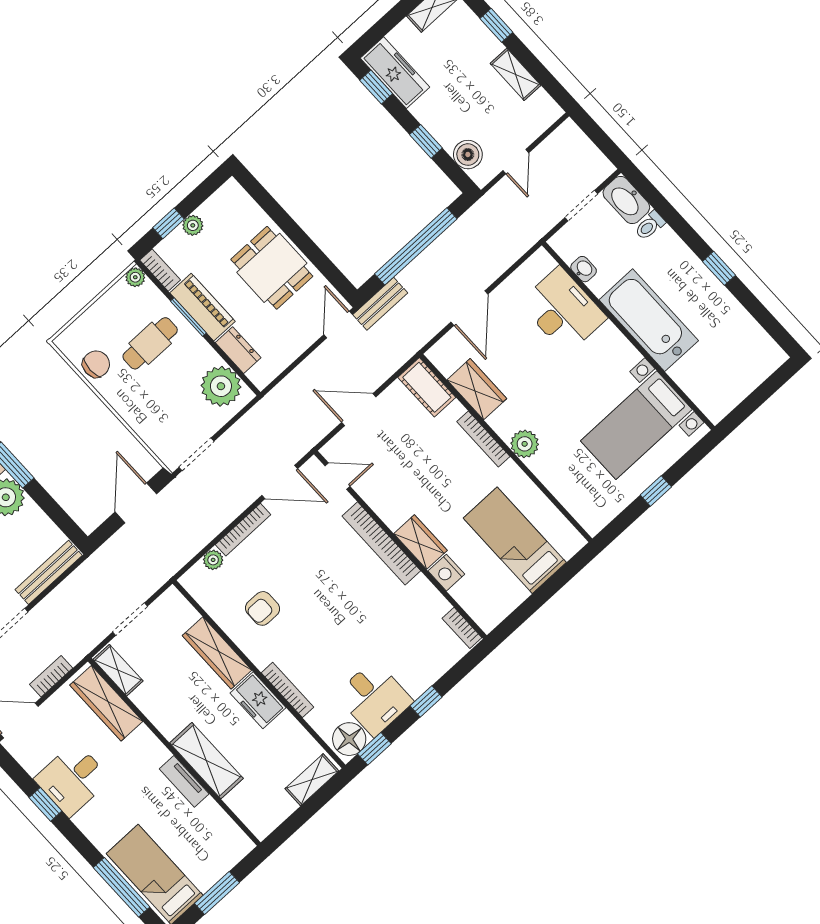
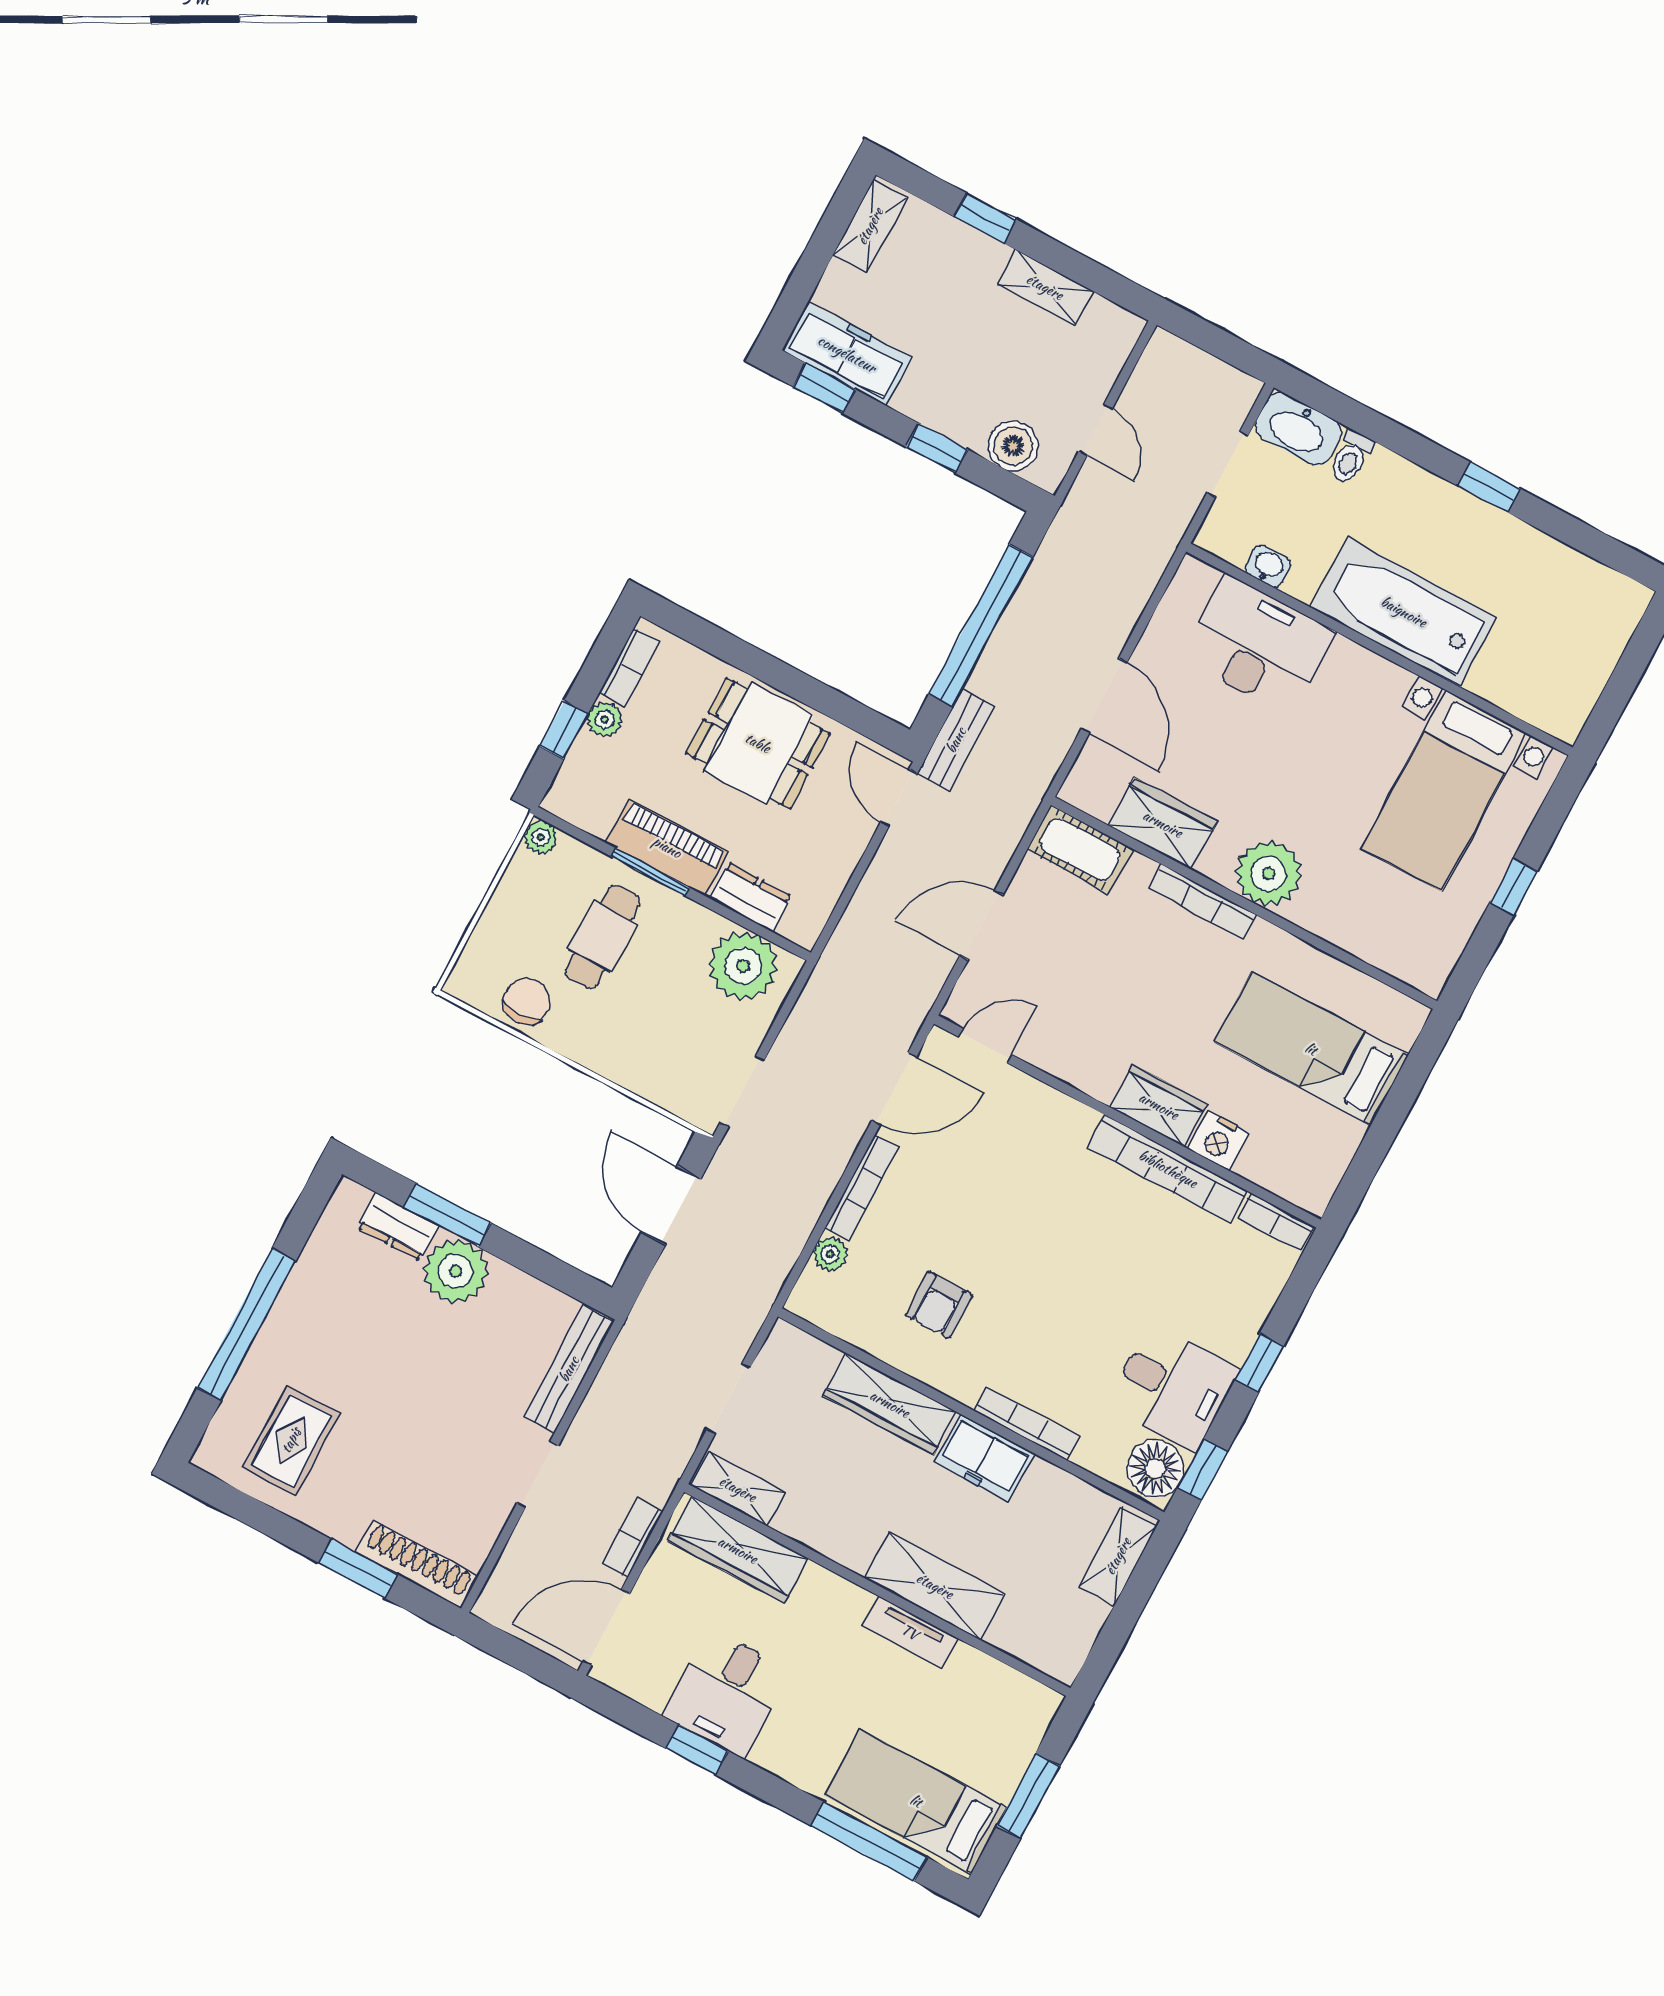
bookcase: (160, 270) -> (629, 667), moved, turned 90
plant: (525, 444) -> (1268, 874), width x1.36, depth x1.36
bookcase: (381, 543) -> (1168, 1169), moved

